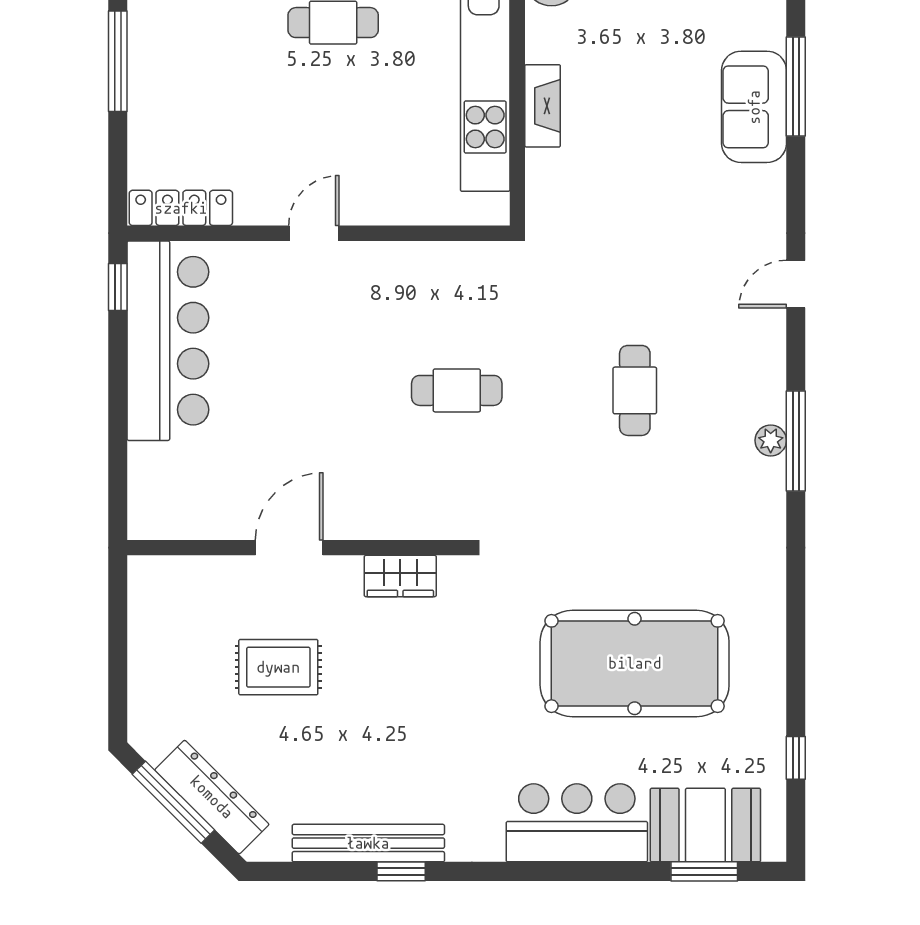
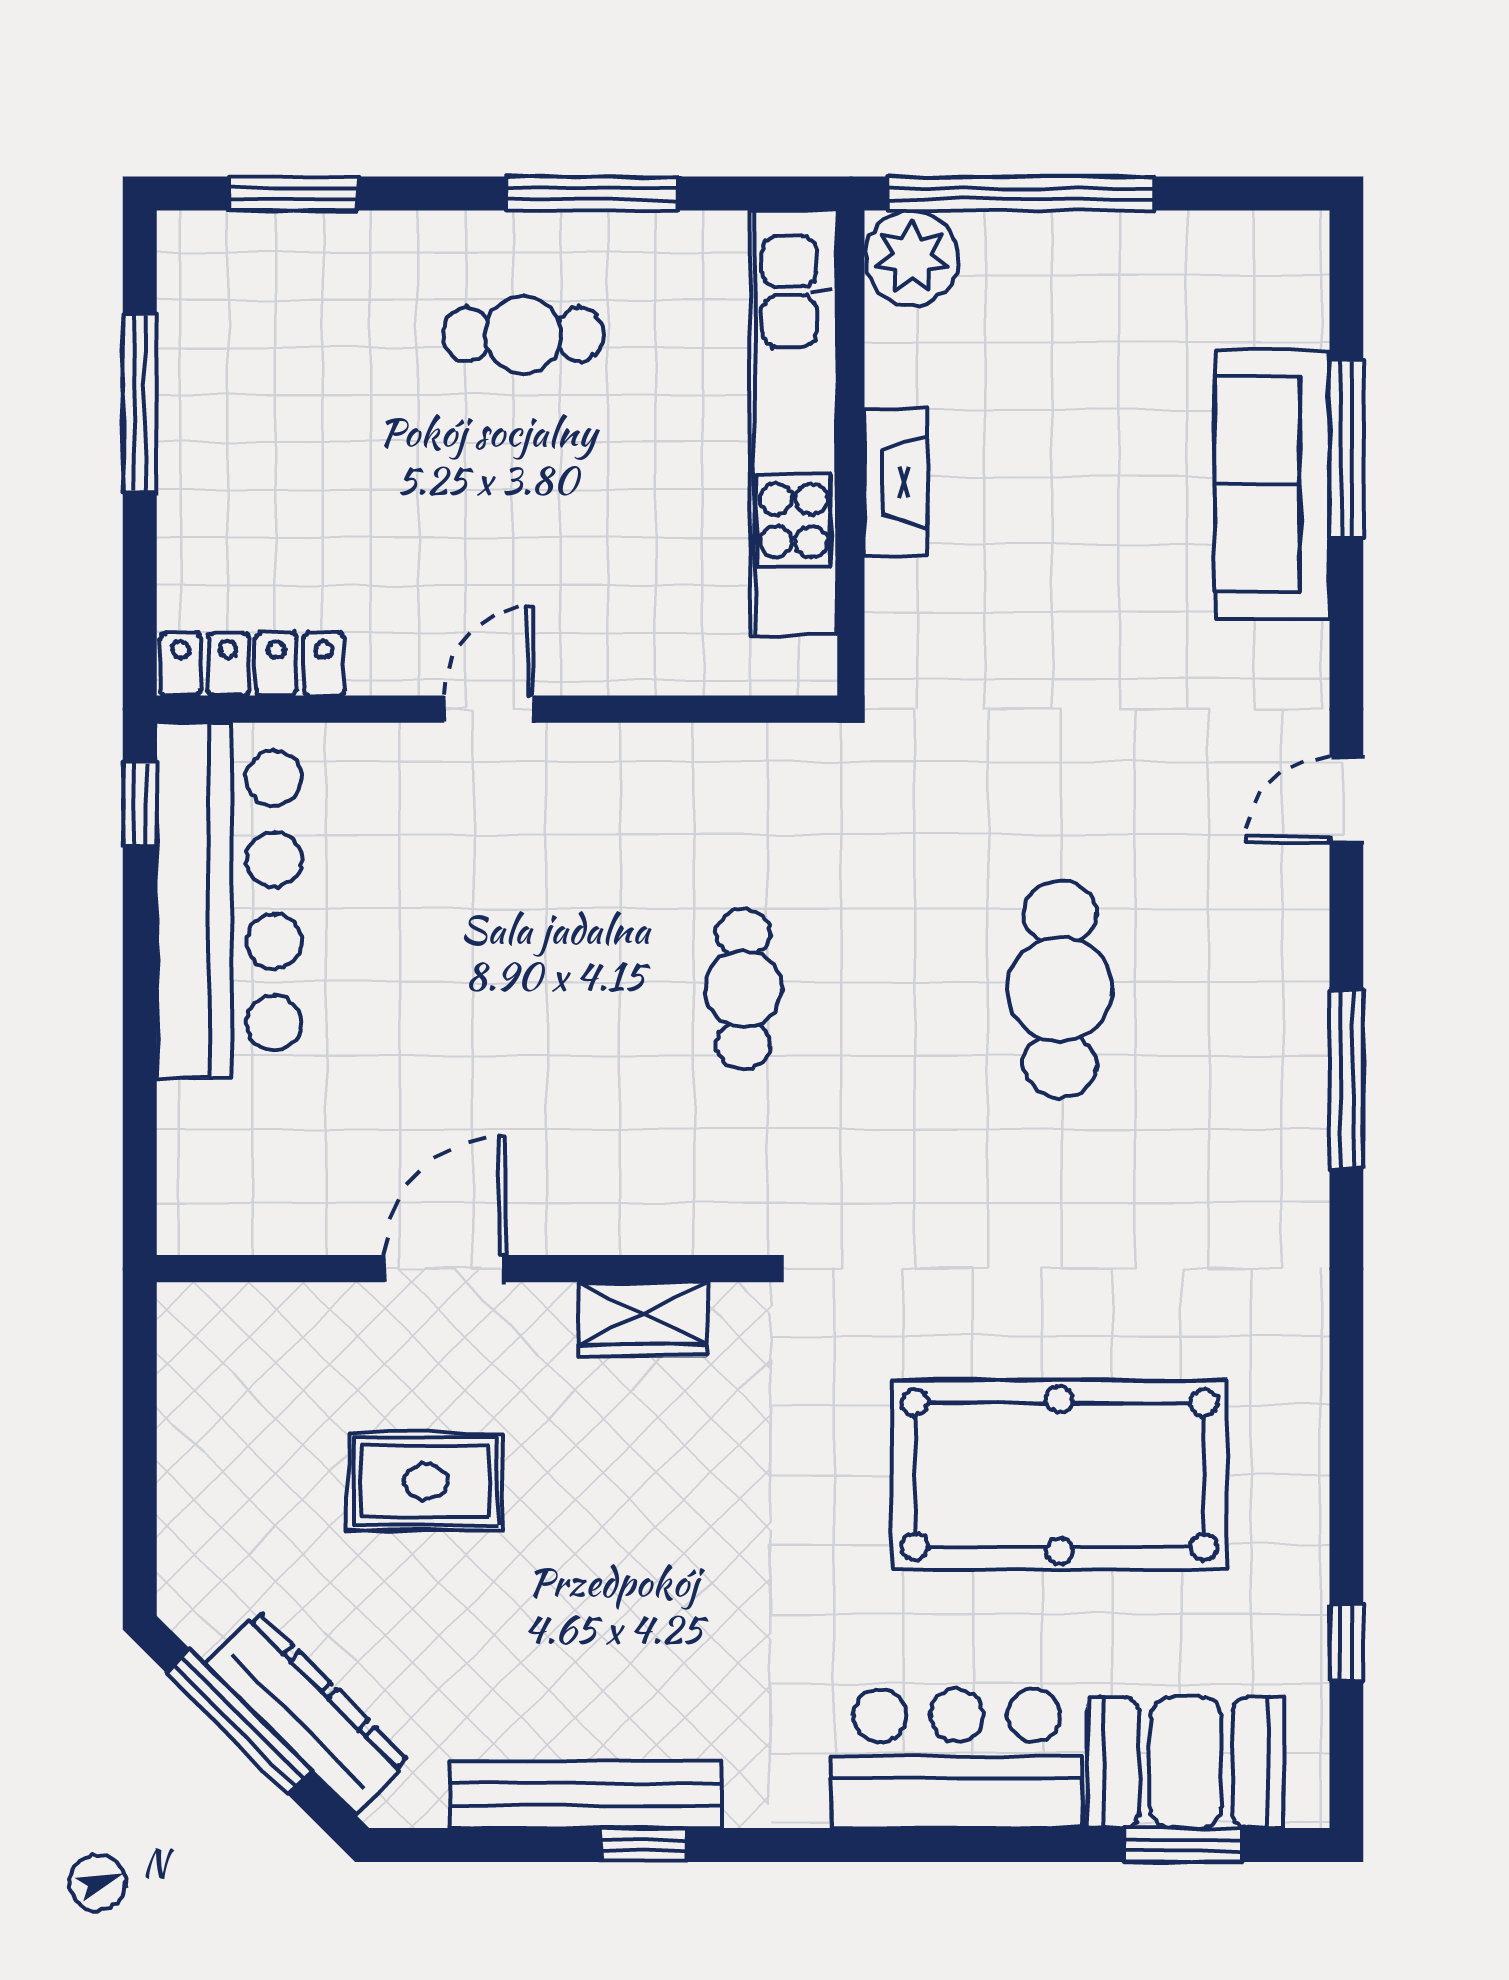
sofa: (754, 107) -> (1272, 484), width x1.36
cafe table: (457, 390) -> (743, 989), turned 90
cafe table: (635, 390) -> (1060, 989), width x1.37, depth x1.35
plant: (771, 440) -> (1302, 1078), removed

